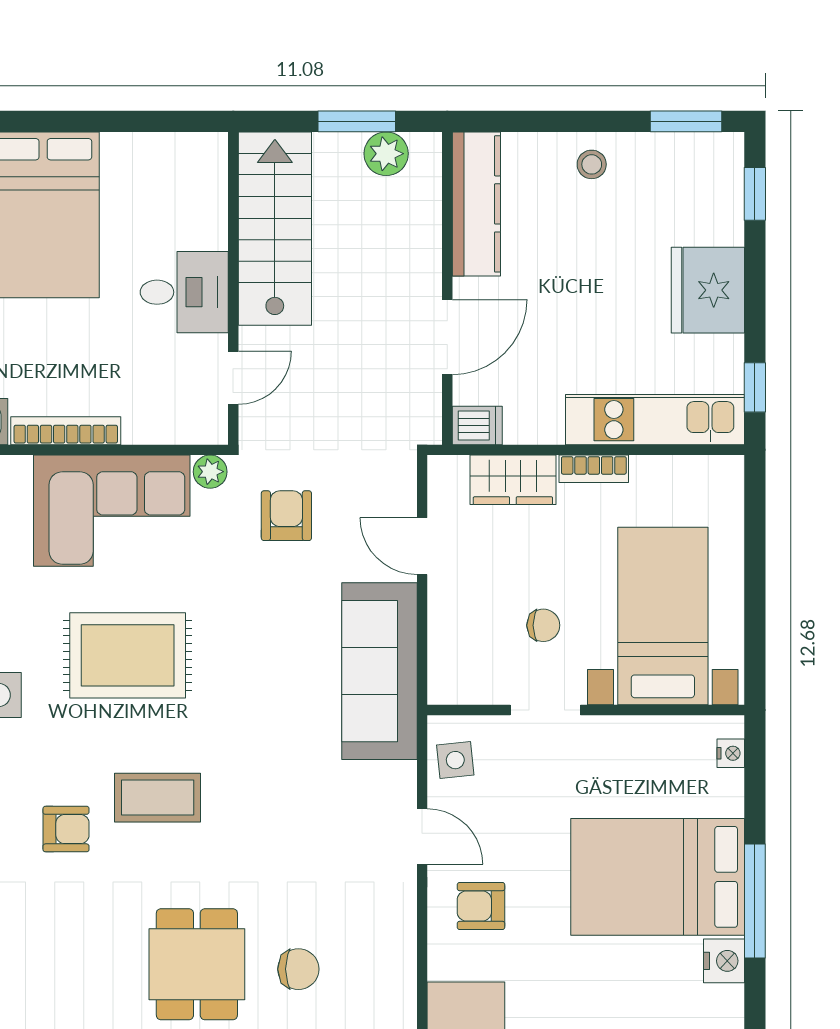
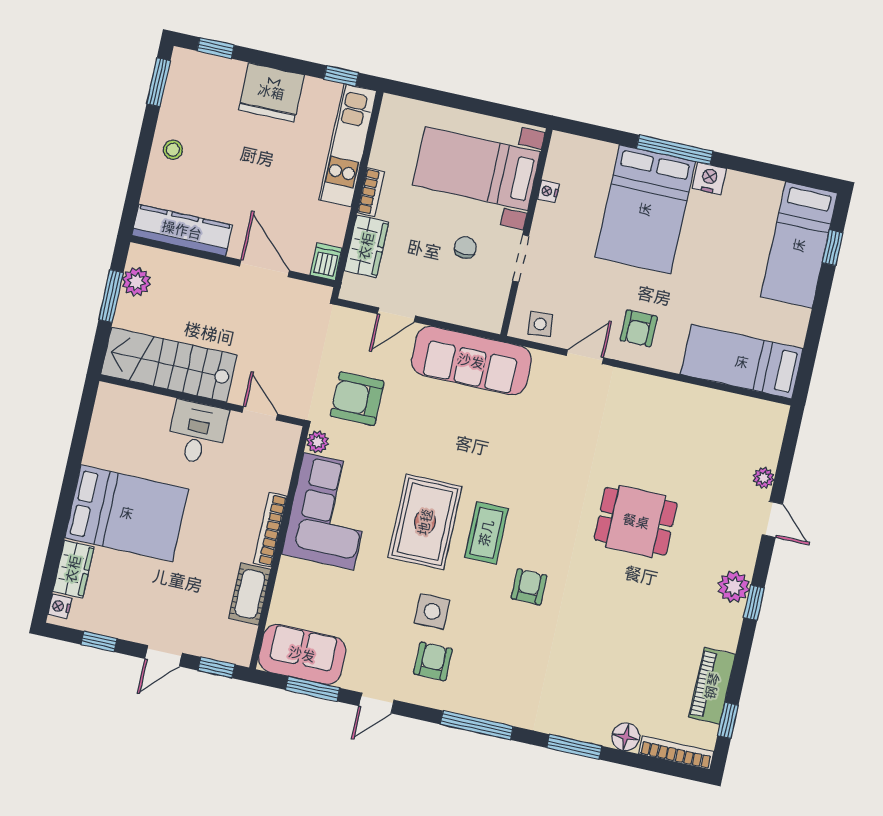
armchair: (286, 516) -> (357, 399), width x1.38, depth x1.38
nightstand: (731, 753) -> (548, 191), moved, turned -90
coffee table: (158, 798) -> (486, 533), moved
chair: (298, 969) -> (653, 456), removed

